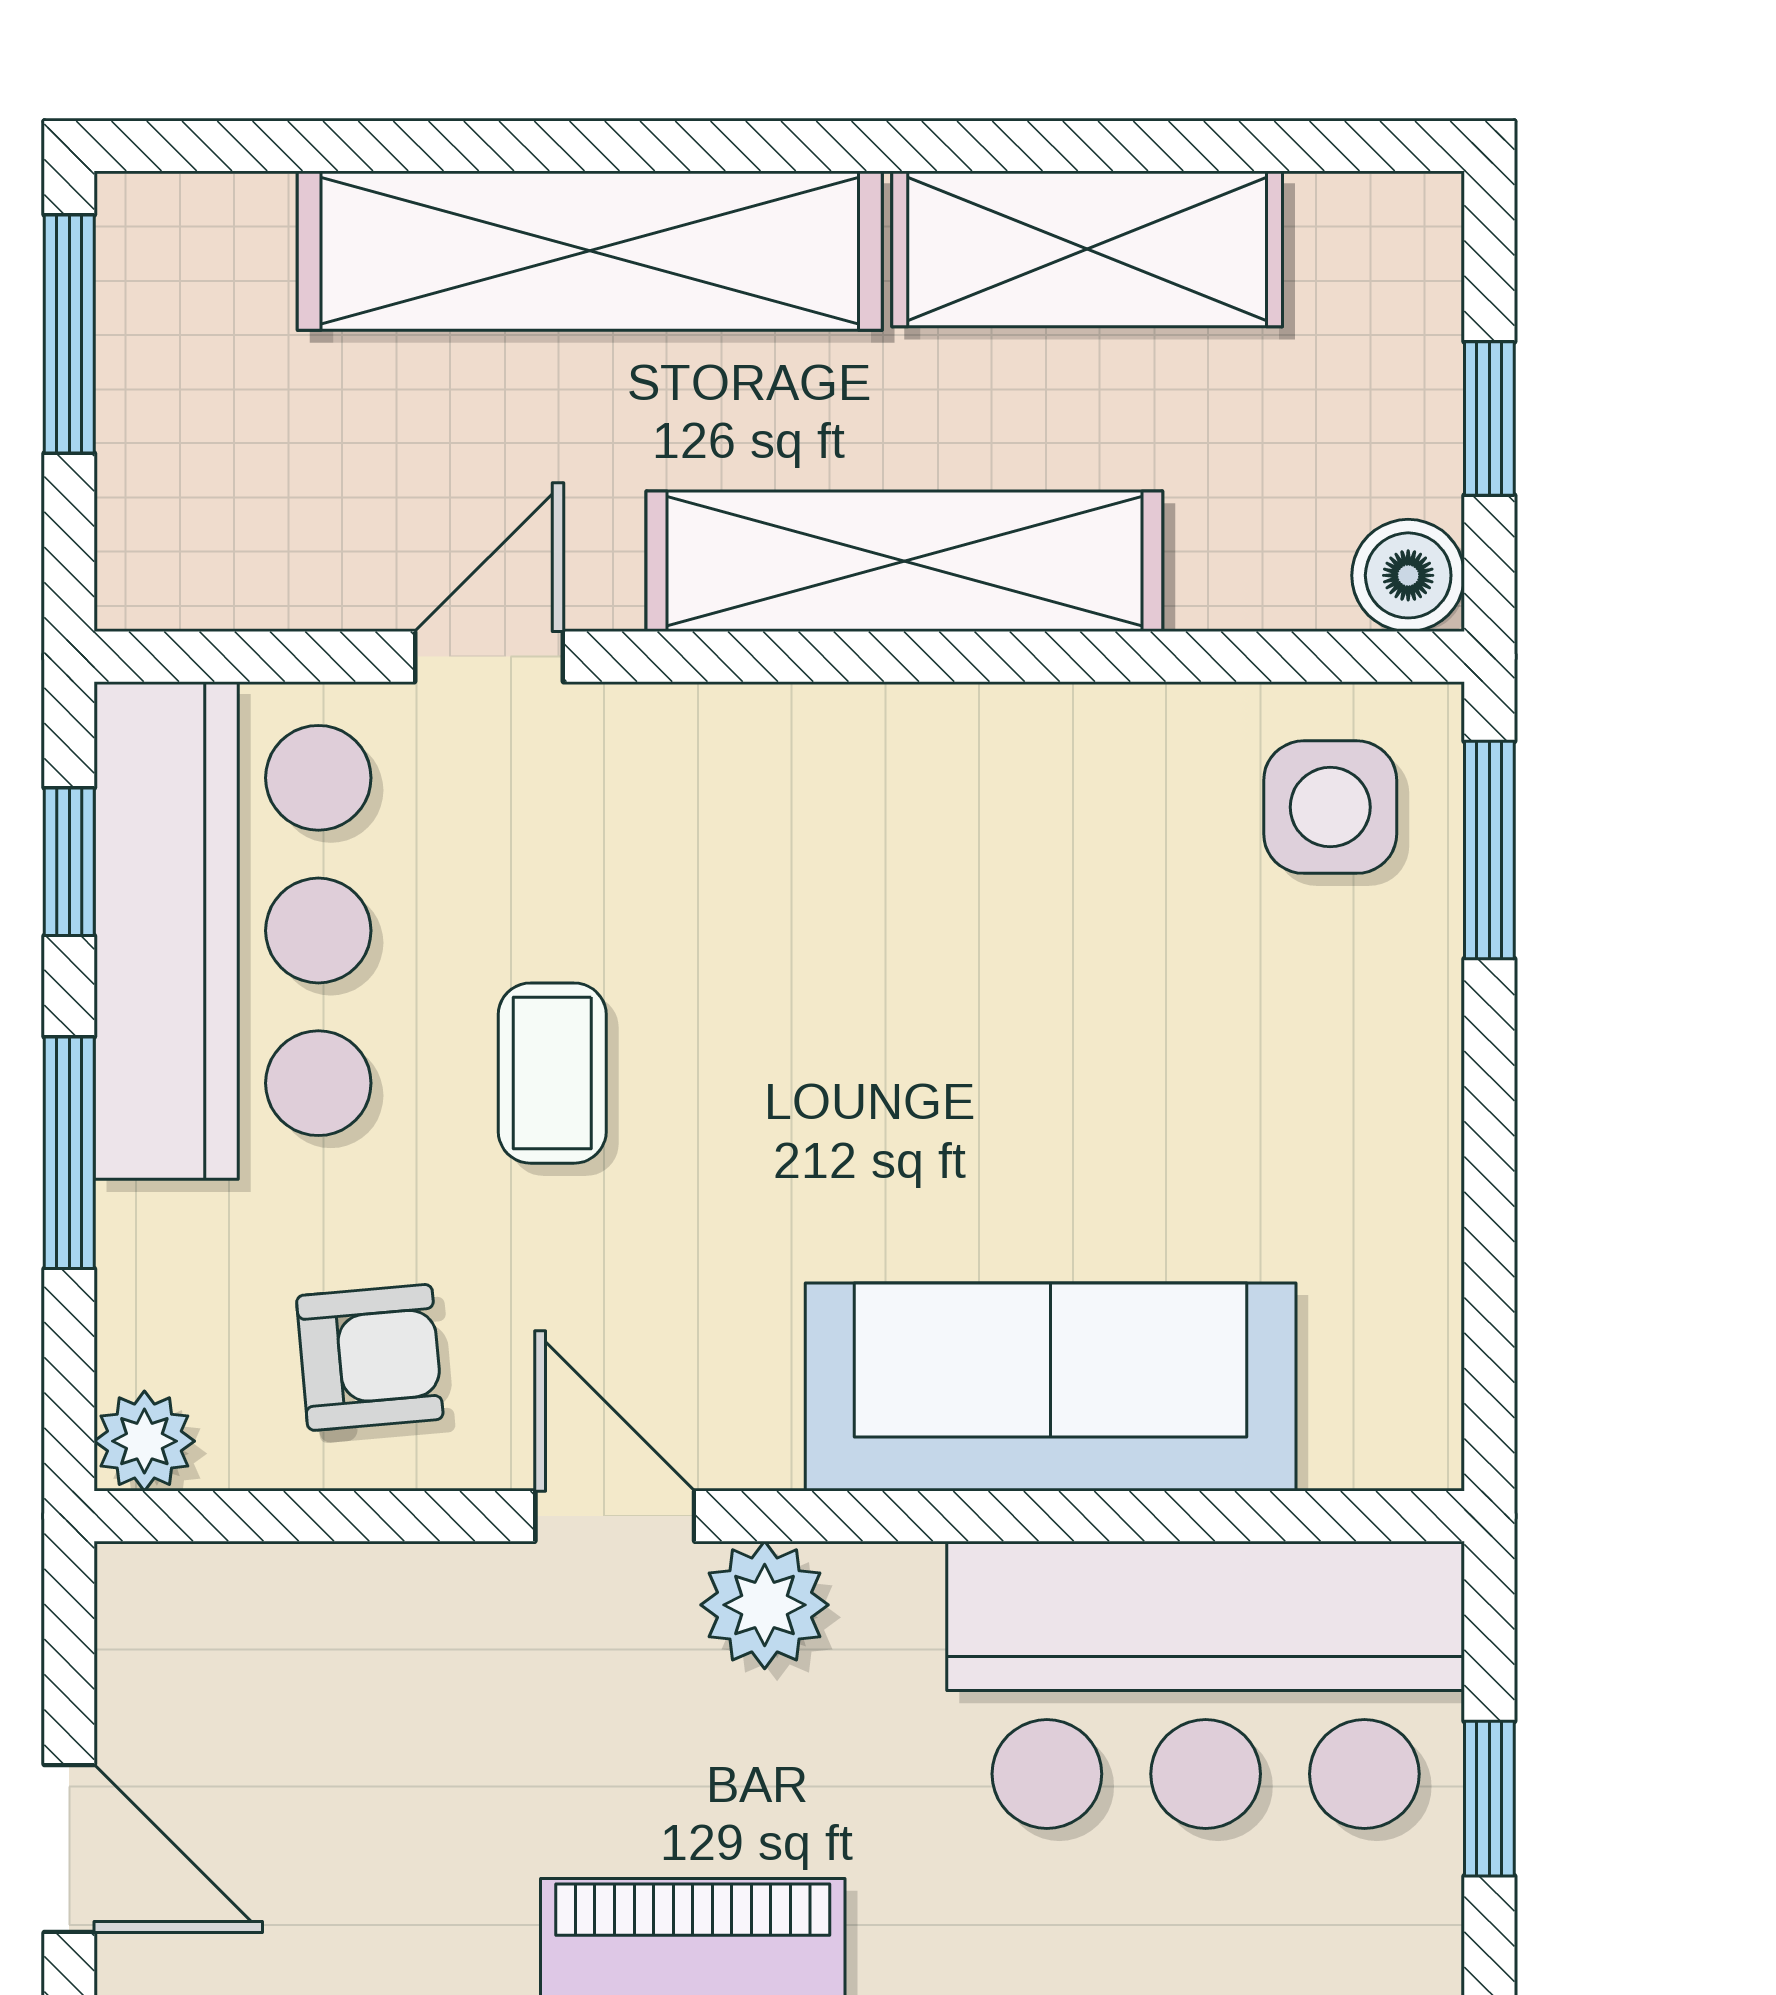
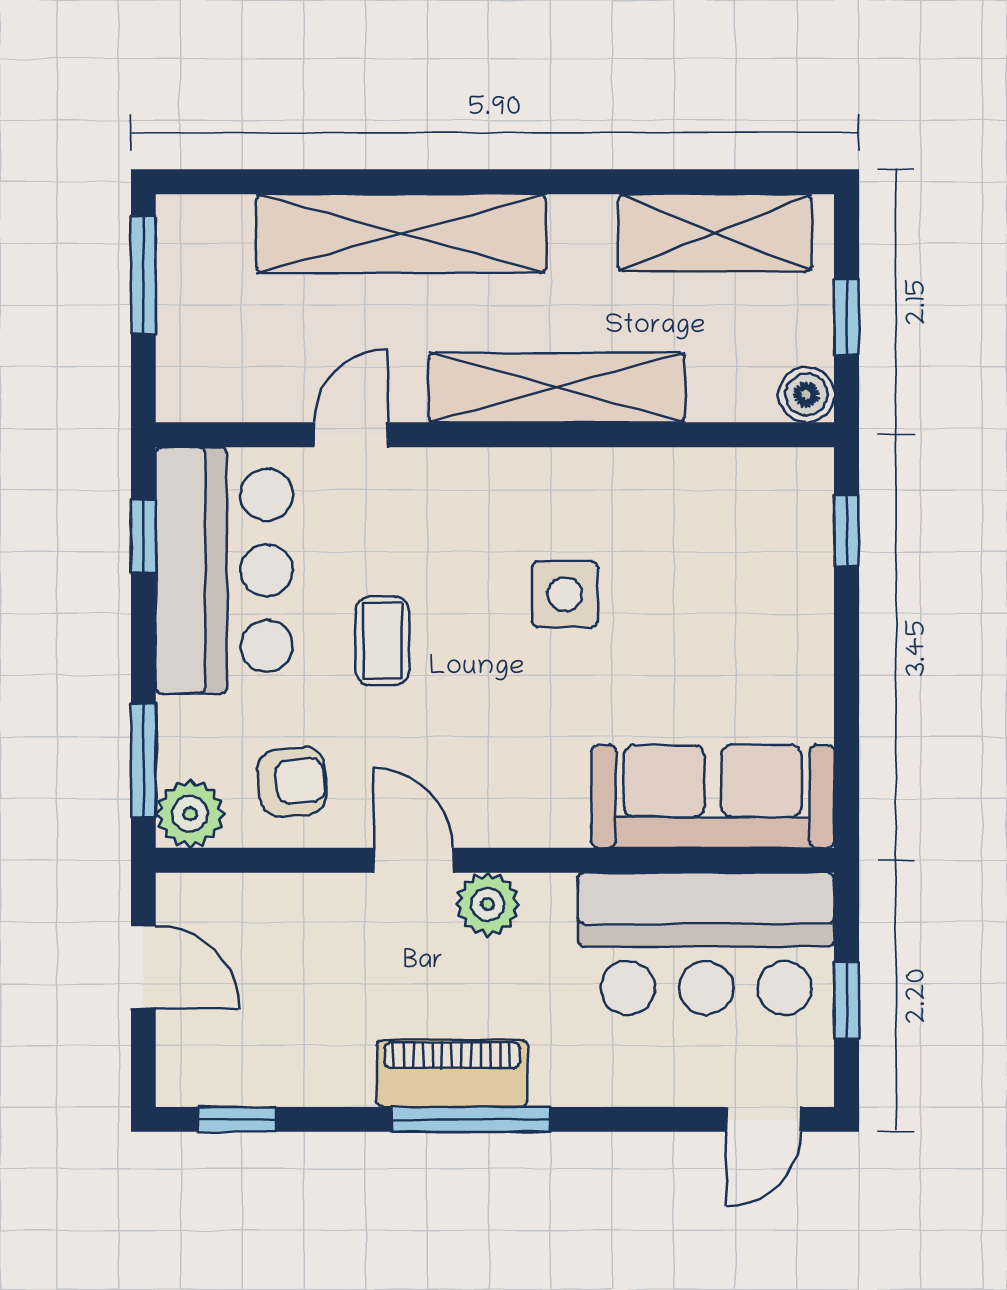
shelving: (1087, 249) -> (715, 233), moved
side table: (1330, 807) -> (565, 594), moved
window: (1489, 850) -> (847, 530), width x0.67
window: (69, 1153) -> (143, 760), moved
sofa: (1051, 1387) -> (713, 796), moved
plant: (144, 1441) -> (190, 814), width x1.38, depth x1.38
door: (69, 1849) -> (143, 967), moved

